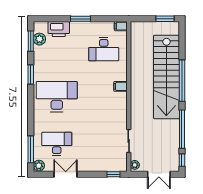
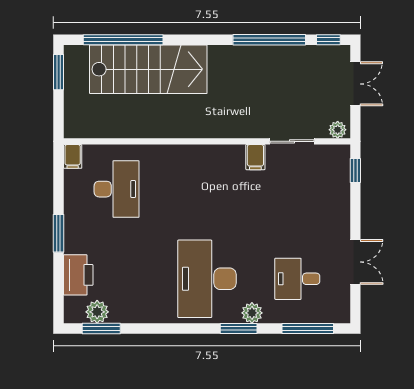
window: (31, 75) -> (239, 328), moved
stairs: (166, 77) -> (148, 69), width x0.73
window: (182, 81) -> (123, 40), moved
filing cabinet: (120, 86) -> (255, 157), moved
desk: (57, 144) -> (297, 279), width x0.73
plant: (39, 166) -> (252, 313), moved
double door: (66, 174) -> (355, 262), swing flipped

